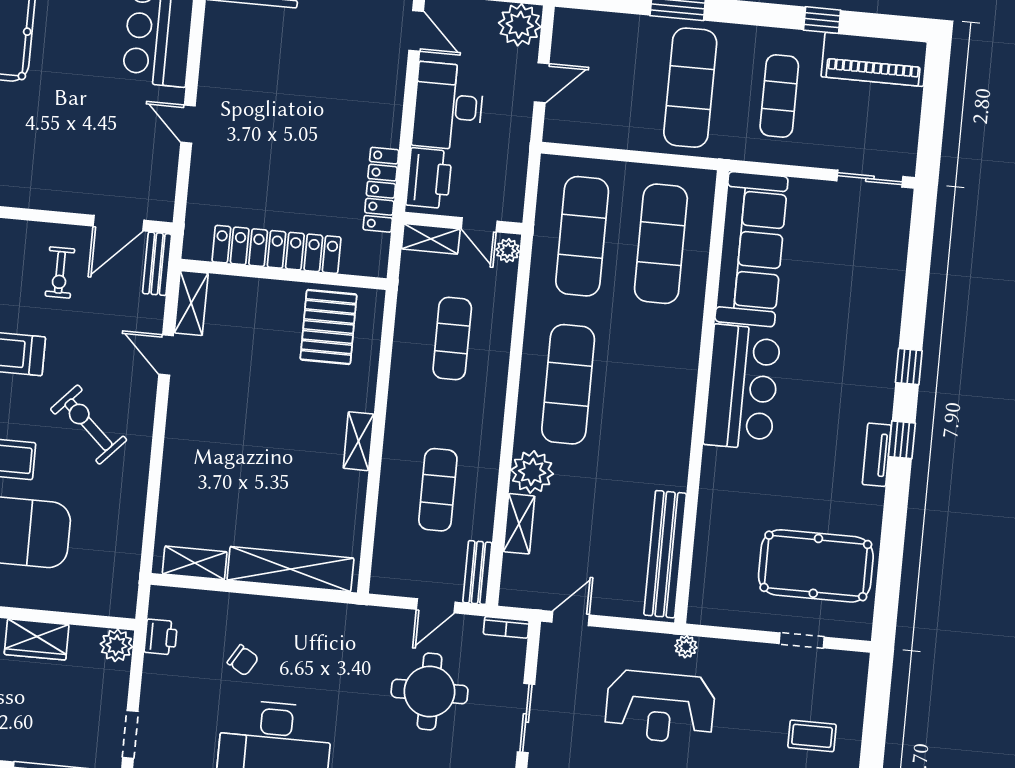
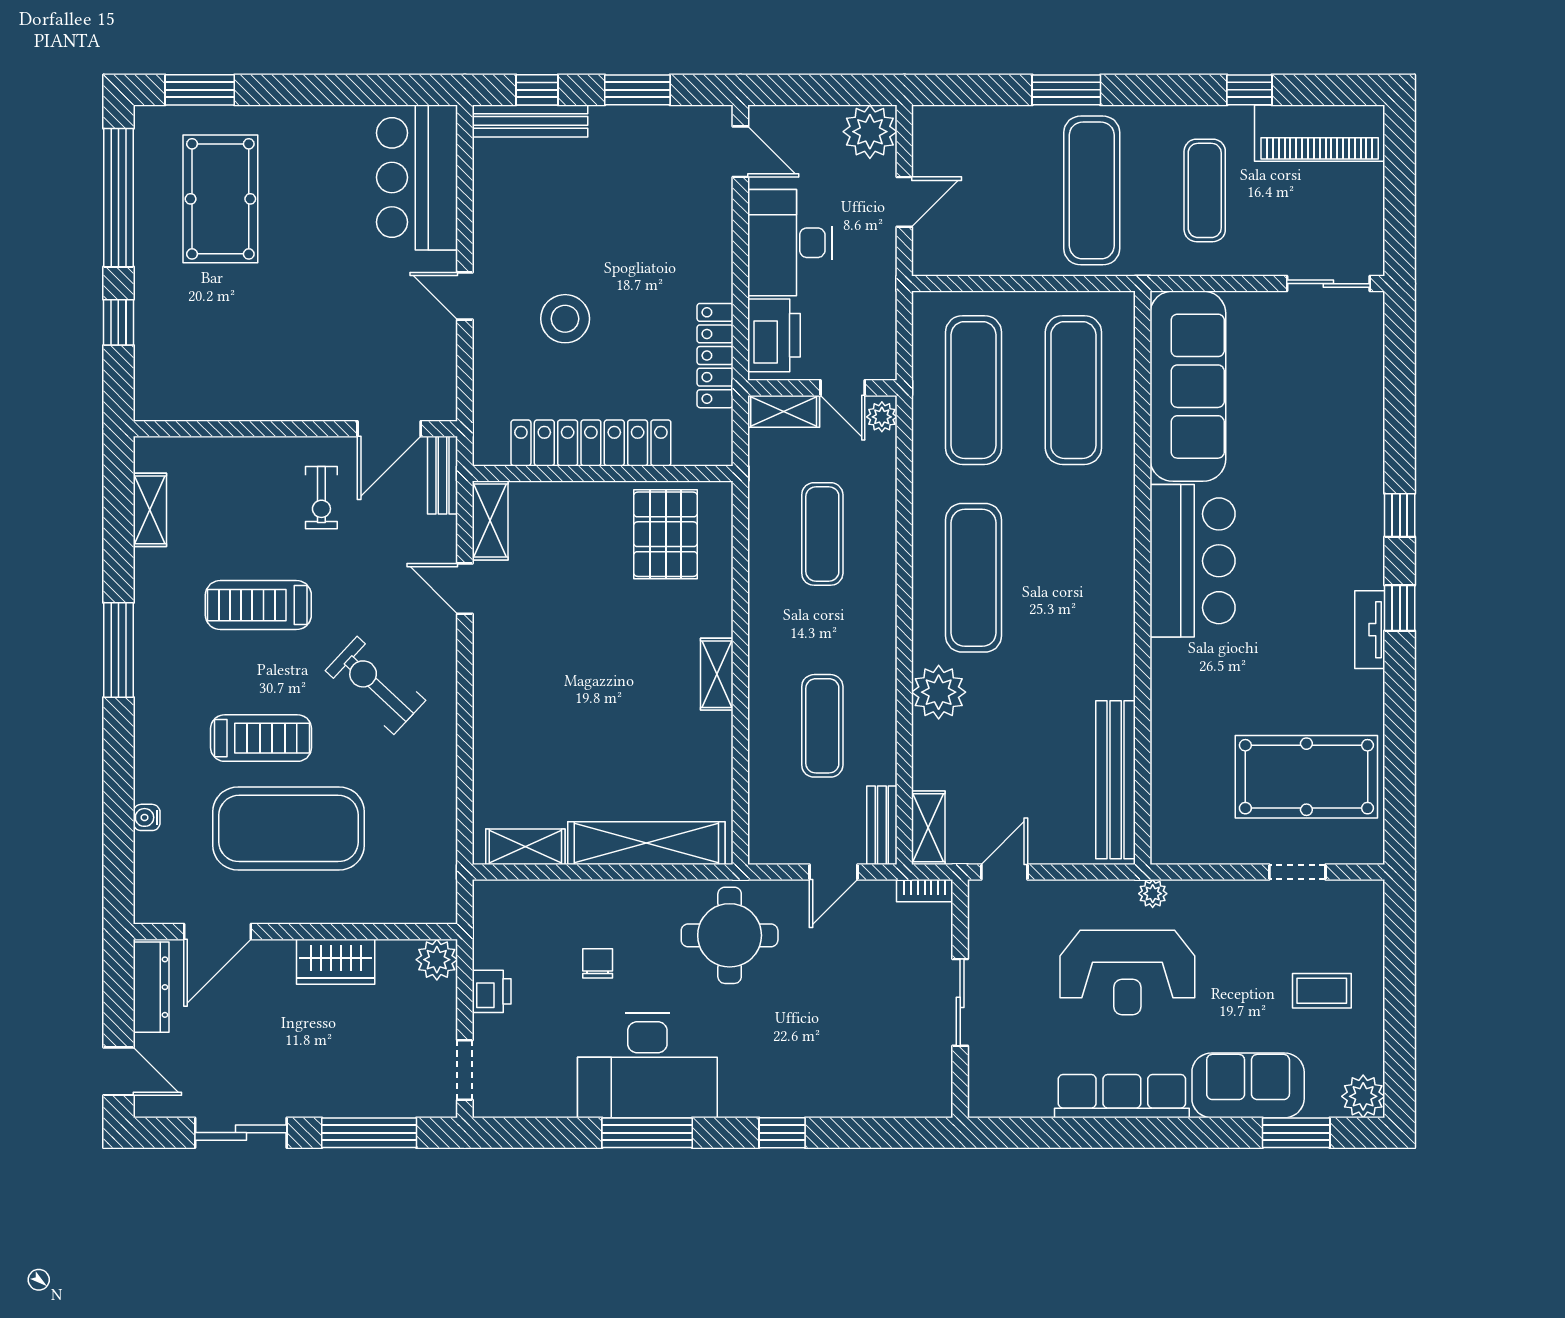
stool: (265, 150) -> (565, 319), added
shelving: (519, 524) -> (928, 828), moved
printer: (161, 637) -> (492, 991), moved
chair: (243, 660) -> (598, 963), turned -121
round table: (430, 691) -> (730, 935), moved

